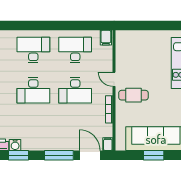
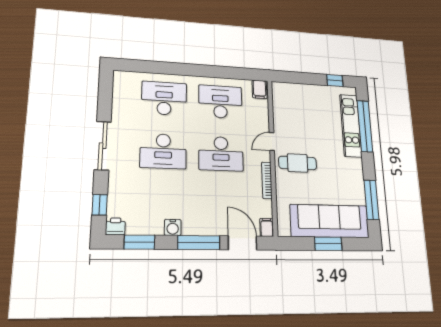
window: (168, 26) -> (335, 80), added
door: (114, 79) -> (272, 141), hinge flipped
water cooler: (15, 145) -> (173, 227), moved

